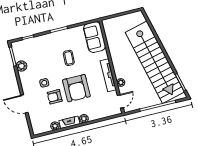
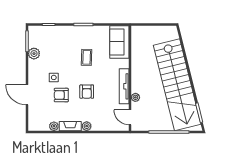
armchair: (76, 88) -> (87, 92), width x0.53, depth x0.53
door: (120, 101) -> (130, 117), swing flipped

